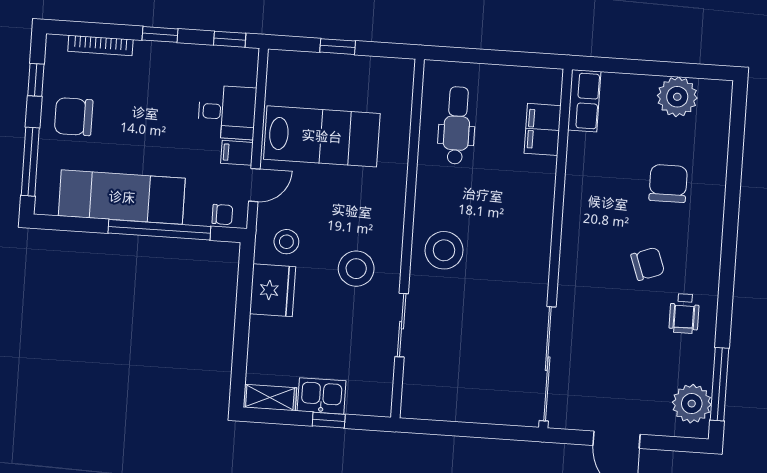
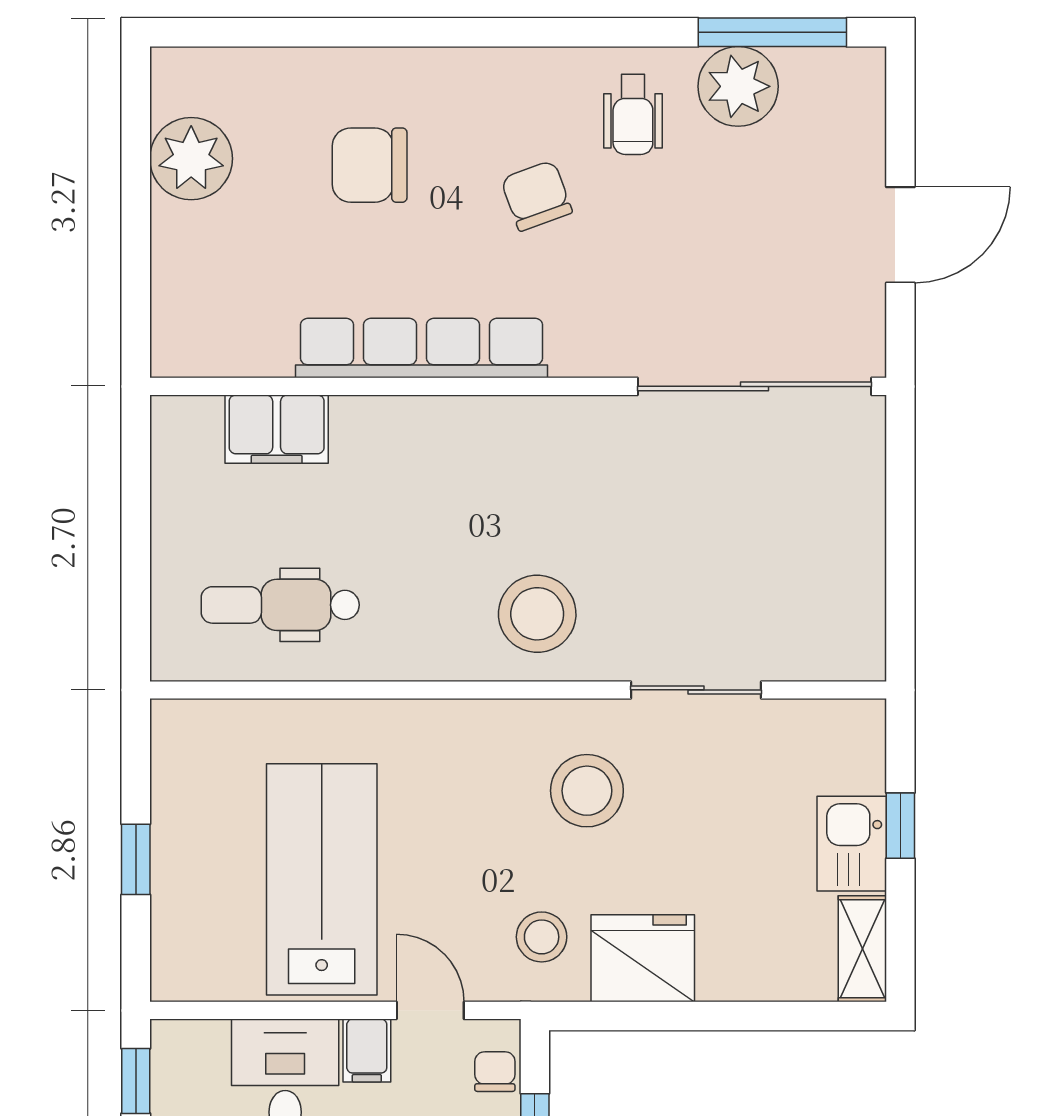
row of seats: (584, 101) -> (421, 348), moved, width x2.02
wheelchair: (684, 314) -> (633, 114), turned 90
plant: (692, 404) -> (738, 86), moved

